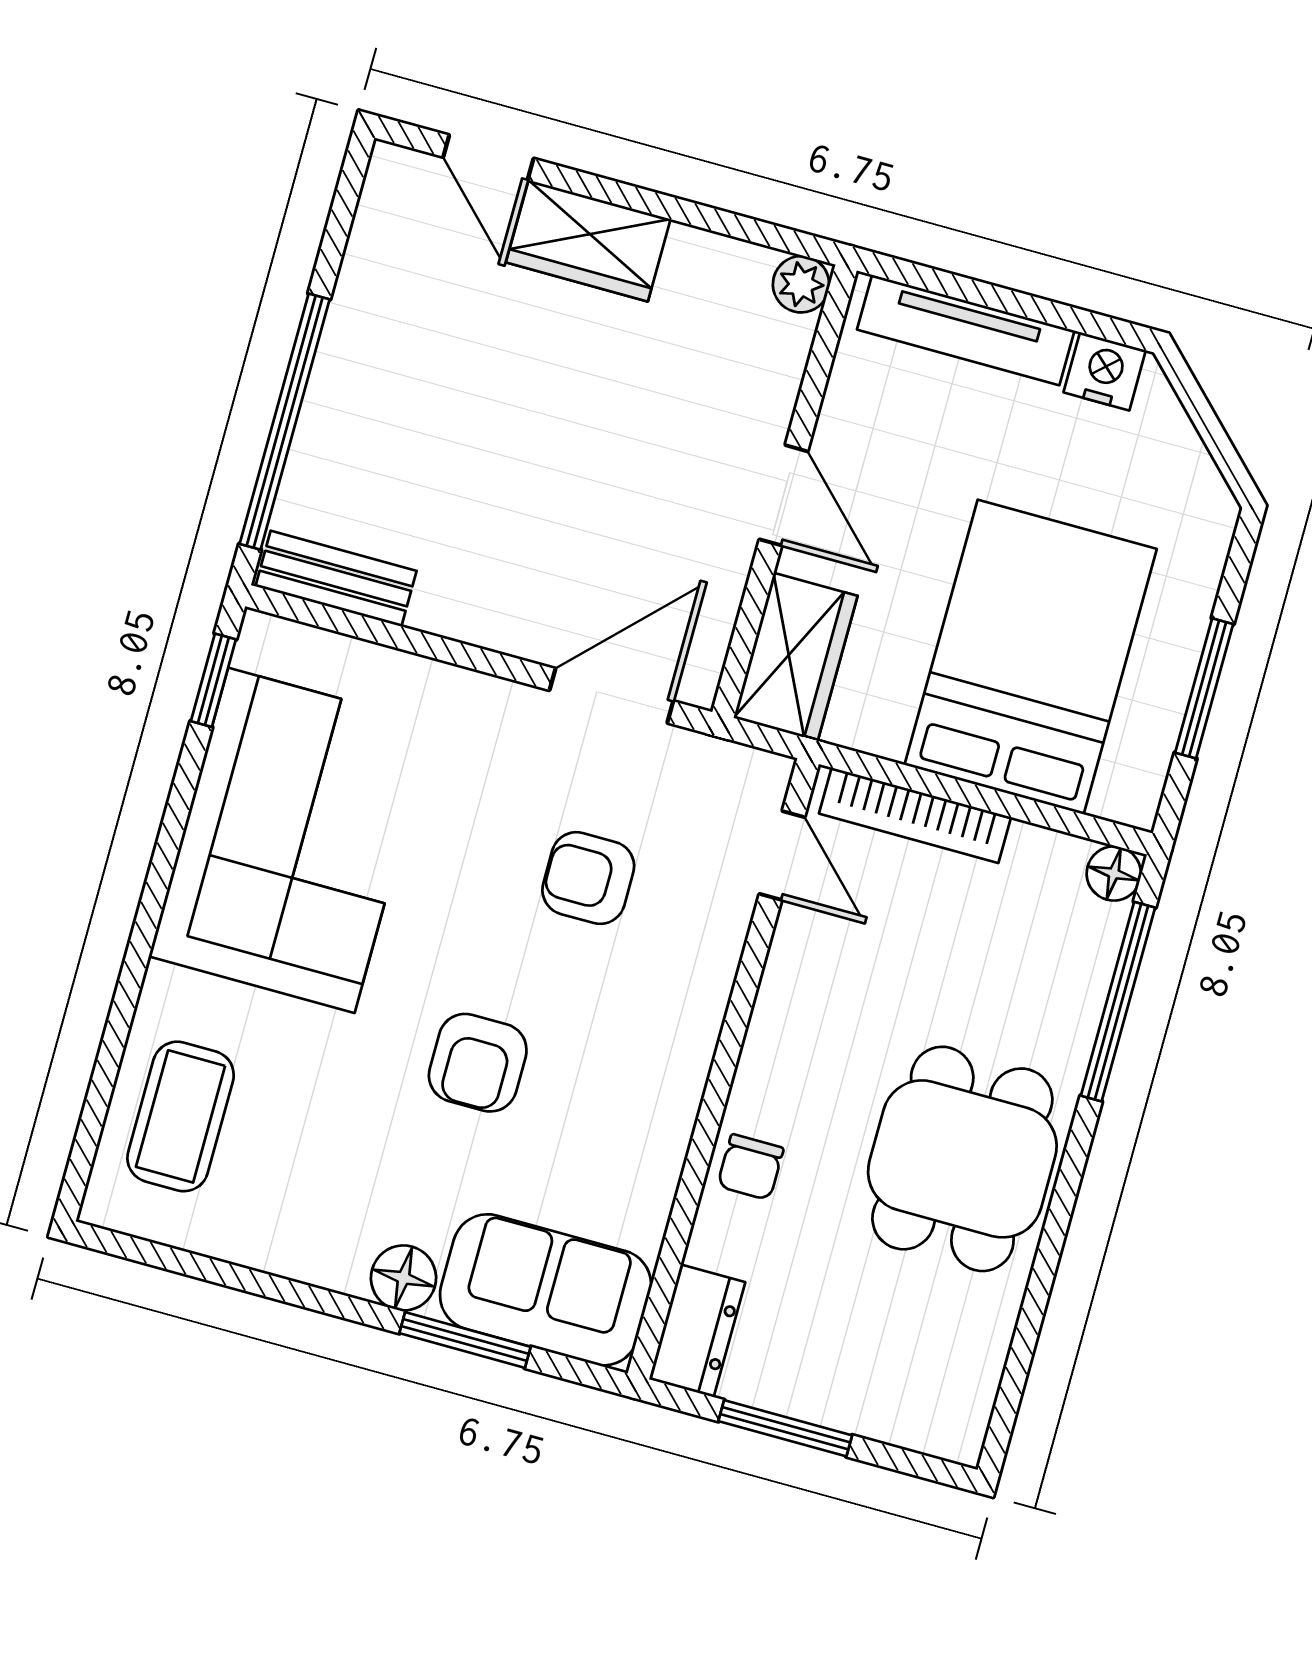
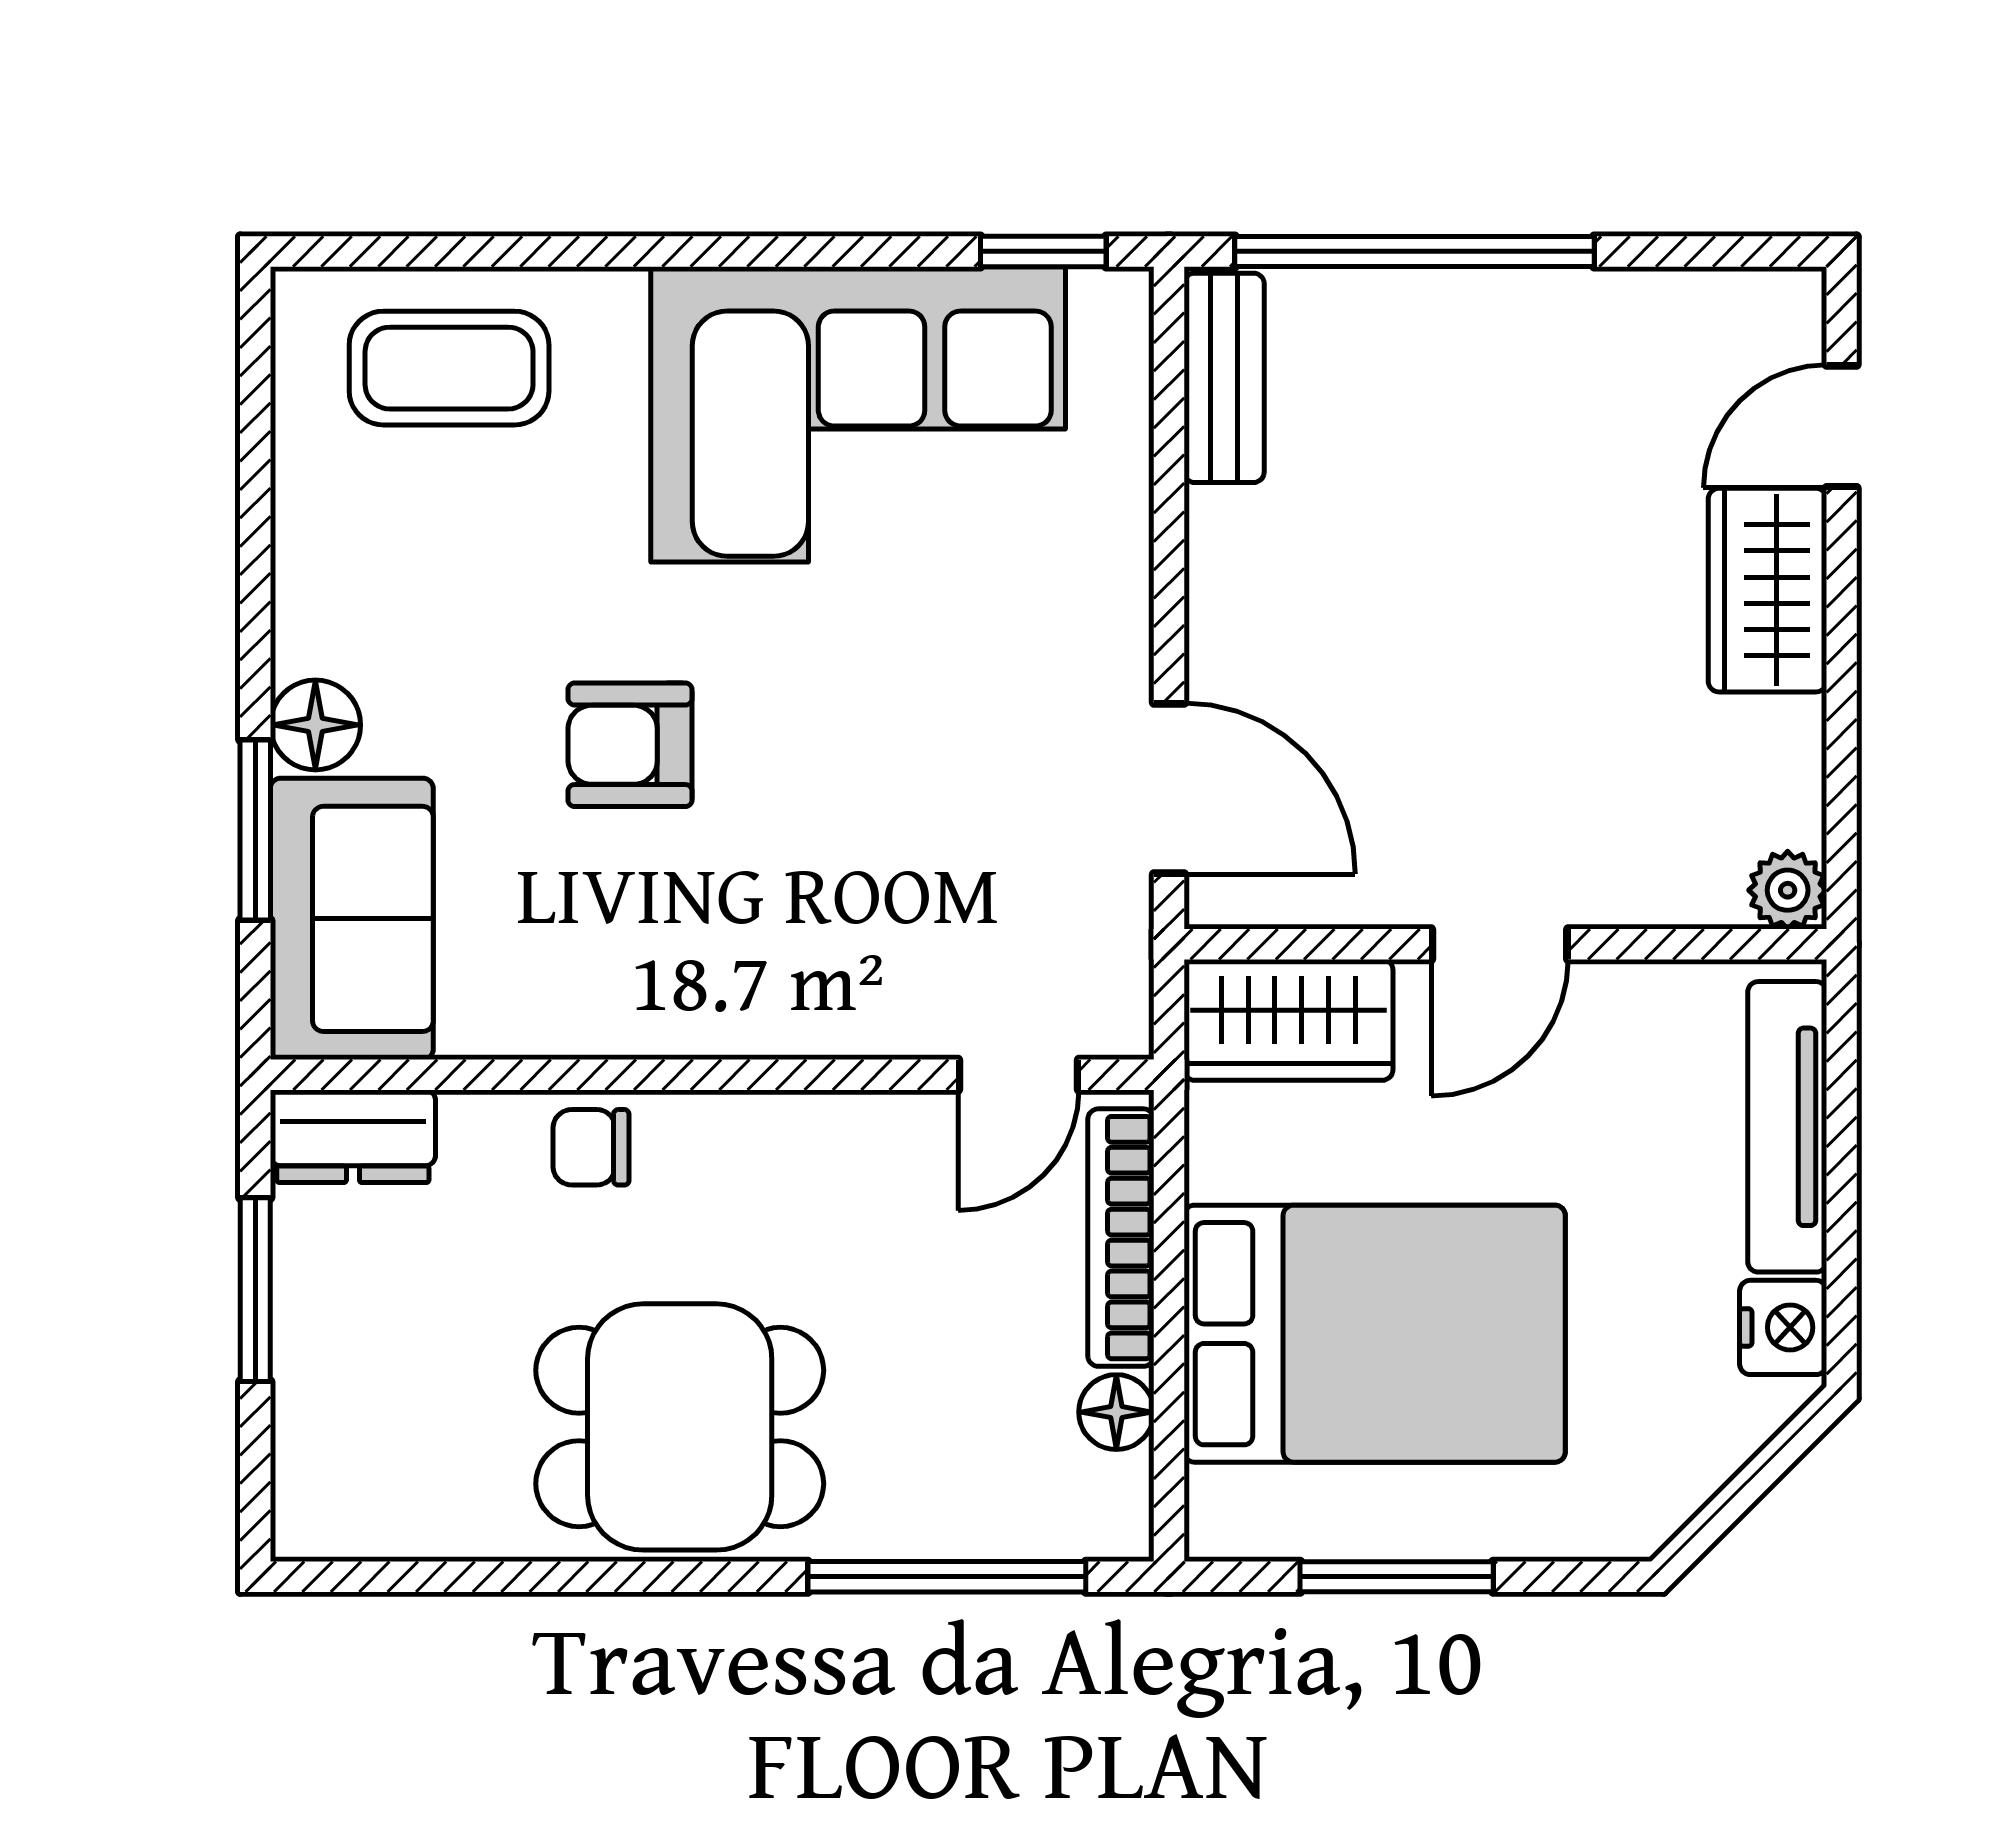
floor lamp: (1114, 873) -> (1116, 1412), moved
armchair: (588, 878) -> (917, 824), removed

